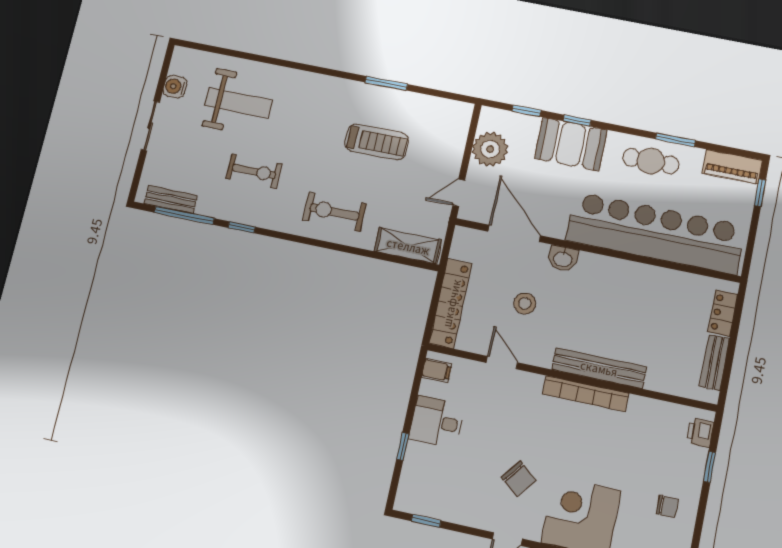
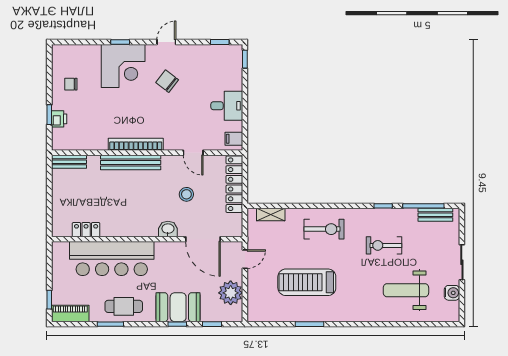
treadmill: (377, 142) -> (307, 282), width x1.37, depth x1.38
bar counter: (655, 233) -> (112, 259), width x0.73
shelving: (408, 246) -> (271, 214), width x0.67, depth x0.75
locker: (723, 313) -> (86, 230), moved, turned -90
bench: (715, 362) -> (69, 162), moved, turned 90
printer: (700, 433) -> (59, 119), moved
window: (403, 446) -> (245, 59), moved

